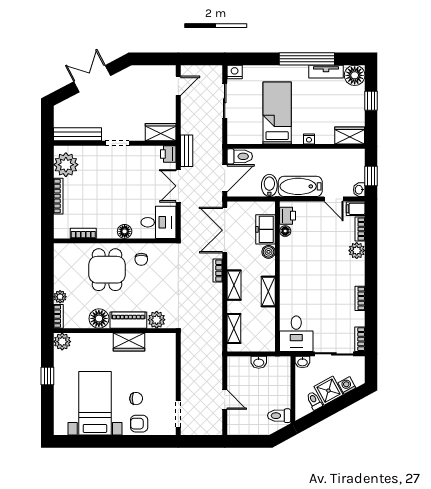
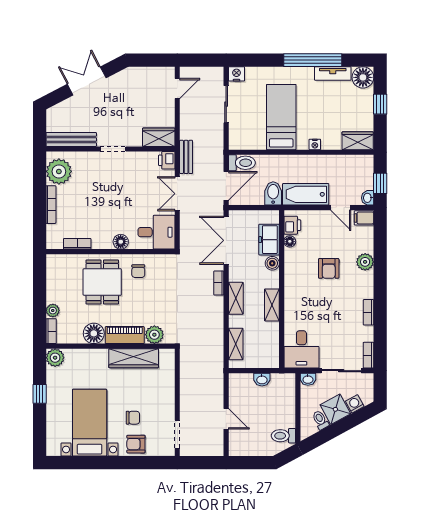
bookcase: (360, 229) -> (369, 239), removed
armchair: (322, 257) -> (329, 268), added
wardrobe: (129, 342) -> (134, 358), width x1.50

